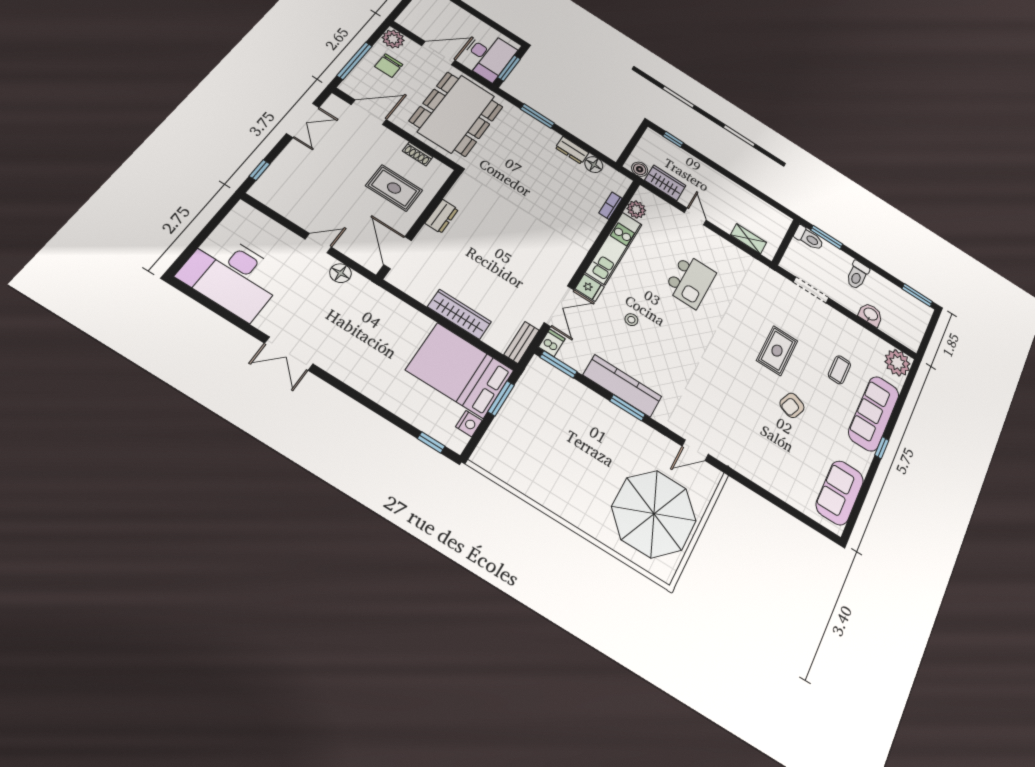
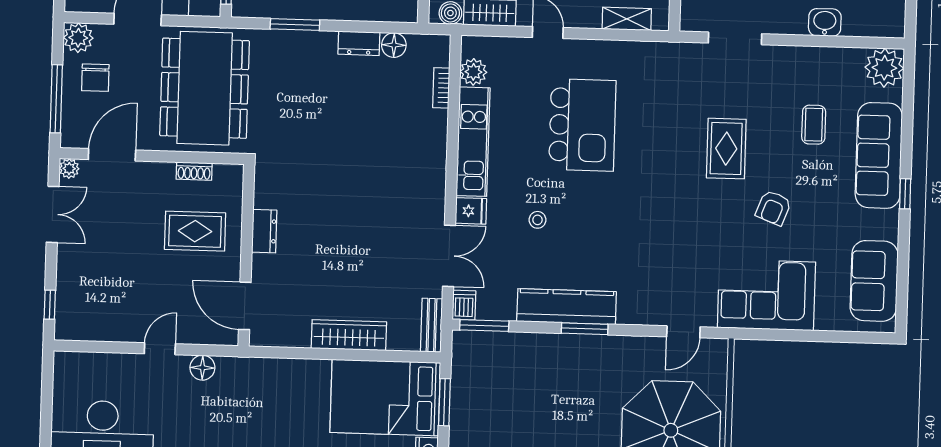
plant: (334, 102) -> (69, 169), added
kitchen island: (690, 281) -> (582, 125), width x1.37, depth x1.28
corner sofa: (763, 459) -> (766, 295), added

